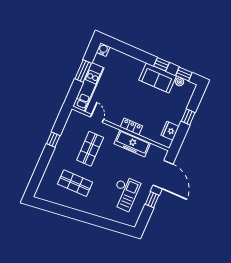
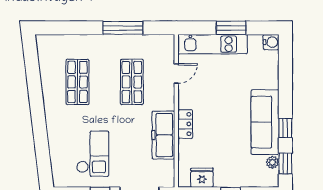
sofa: (158, 78) -> (265, 122), width x1.36
window: (53, 140) -> (123, 28), width x2.17
shop shelf: (90, 149) -> (132, 82), turned 90
checkout: (125, 193) -> (93, 154), turned -90

